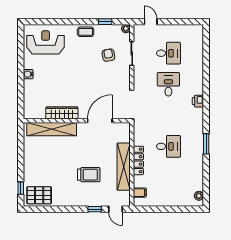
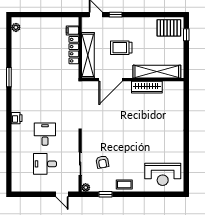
water cooler: (28, 74) -> (179, 144), removed
desk: (168, 84) -> (45, 134), turned 180
wardrobe: (62, 113) -> (147, 87), moved
wall: (77, 121) -> (133, 80), moved
door: (100, 121) -> (111, 80), moved
shelving: (52, 129) -> (157, 72), moved
desk: (168, 146) -> (45, 75), removed
locker: (138, 160) -> (74, 50), moved

